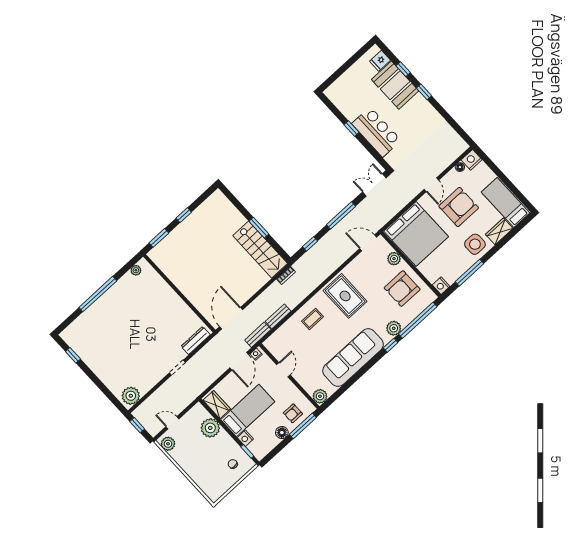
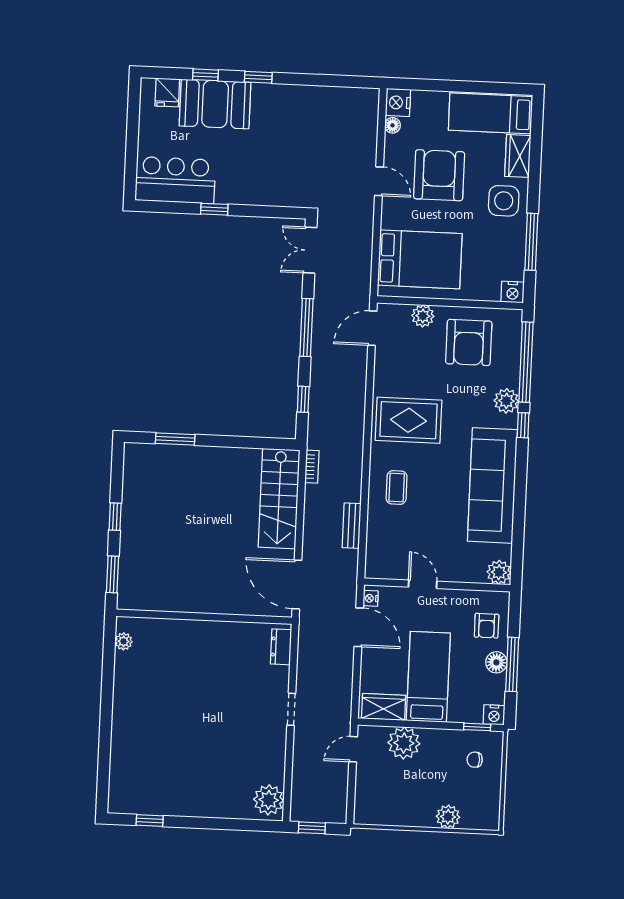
bar counter: (376, 132) -> (175, 180), moved
window: (259, 228) -> (175, 439), moved
bed: (416, 234) -> (420, 259), width x0.73
stairs: (260, 250) -> (279, 499), moved, turned 90
window: (98, 294) -> (106, 716), removed
bench: (258, 335) -> (349, 573), removed
dresser: (196, 340) -> (281, 647), width x0.70
door: (172, 423) -> (353, 749), moved
window: (303, 426) -> (512, 664), moved
nightstand: (245, 438) -> (494, 715), moved
plant: (168, 444) -> (448, 817), moved

